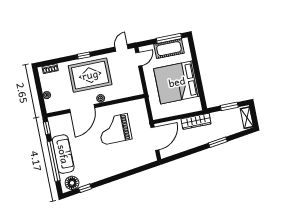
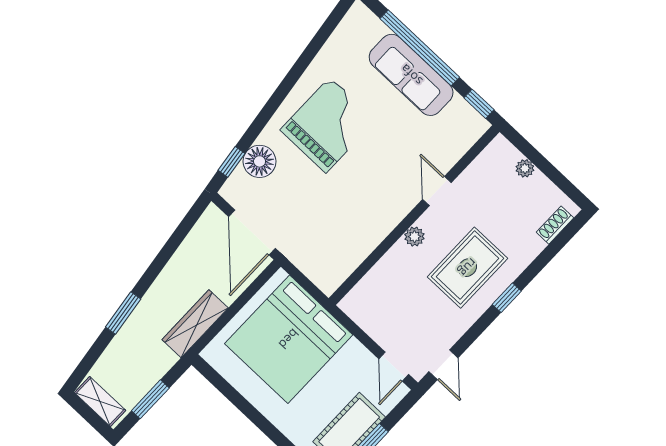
rug: (90, 75) -> (468, 268), width x0.73, depth x0.69
bed: (177, 82) -> (289, 339), moved, turned 180
door: (82, 108) -> (437, 191), width x0.53
grand piano: (115, 129) -> (328, 125), moved
floor lamp: (72, 183) -> (260, 161), moved
window: (85, 188) -> (232, 162), moved

